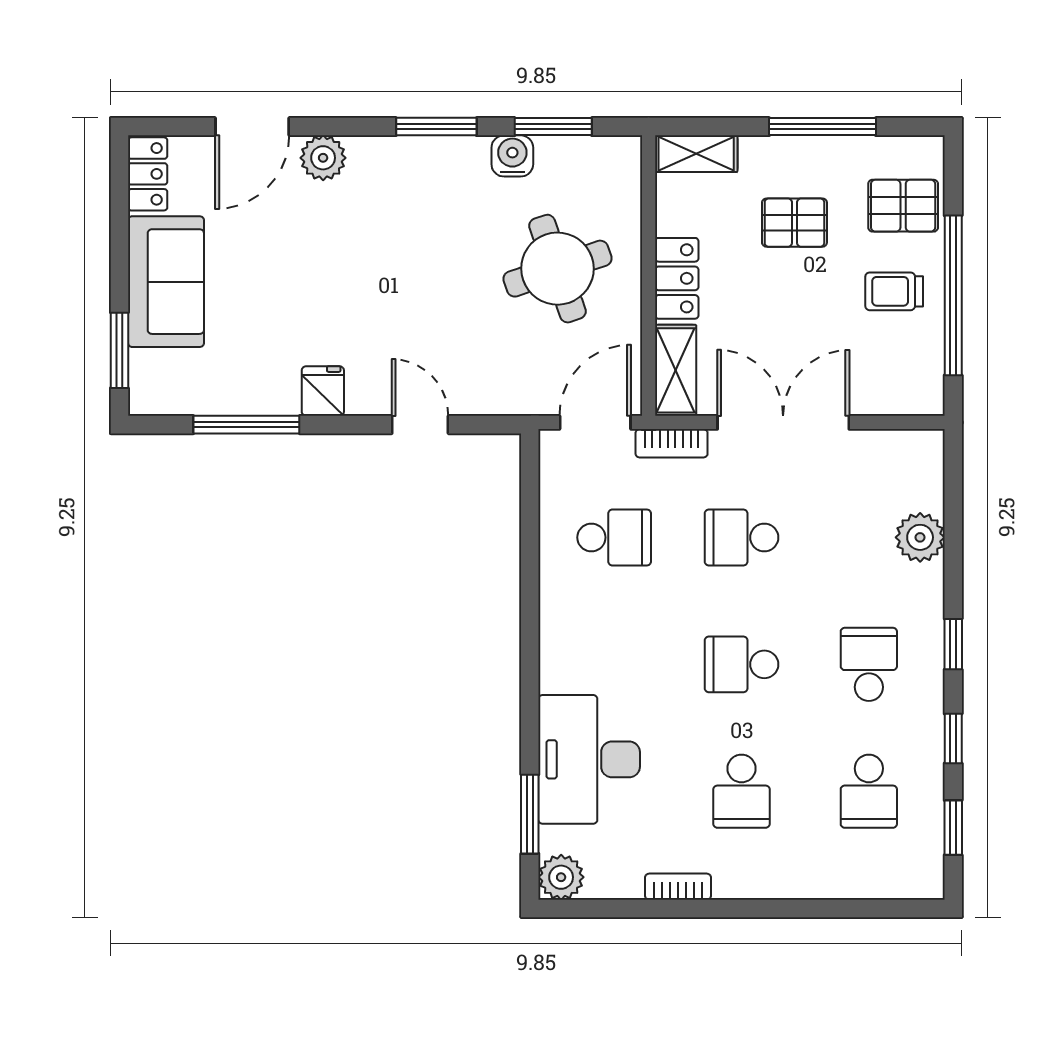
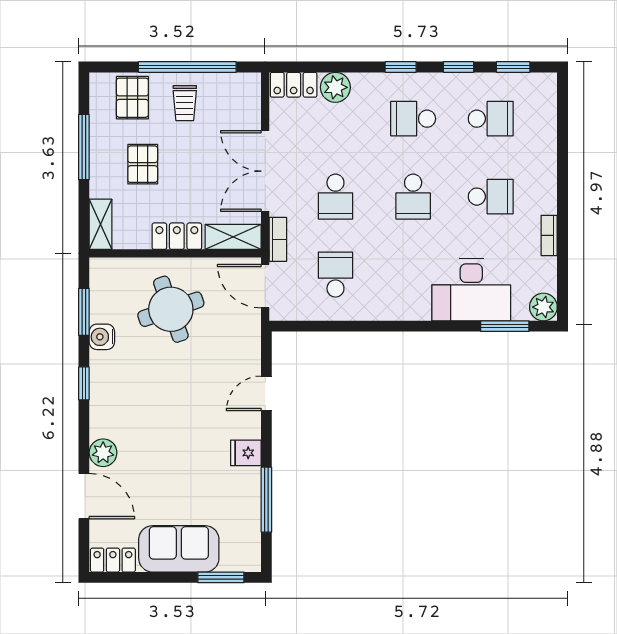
window: (436, 127) -> (84, 383), width x0.67
locker: (924, 469) -> (294, 85), added

